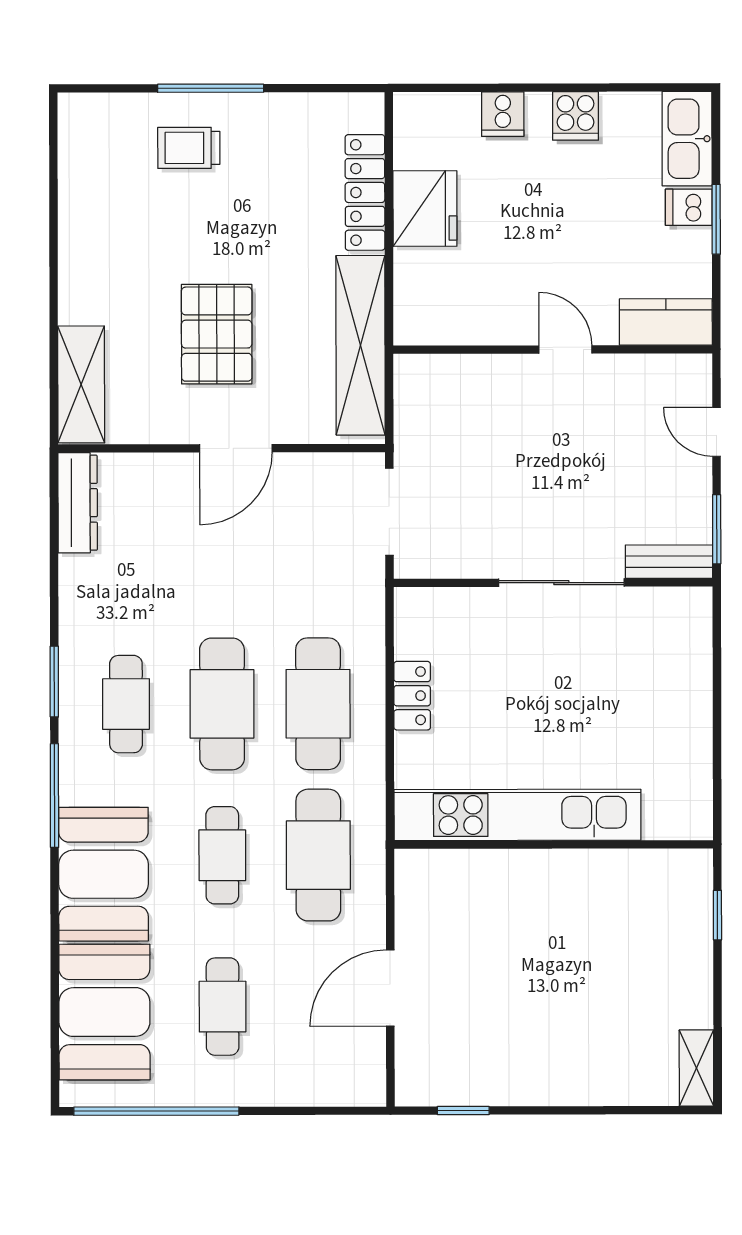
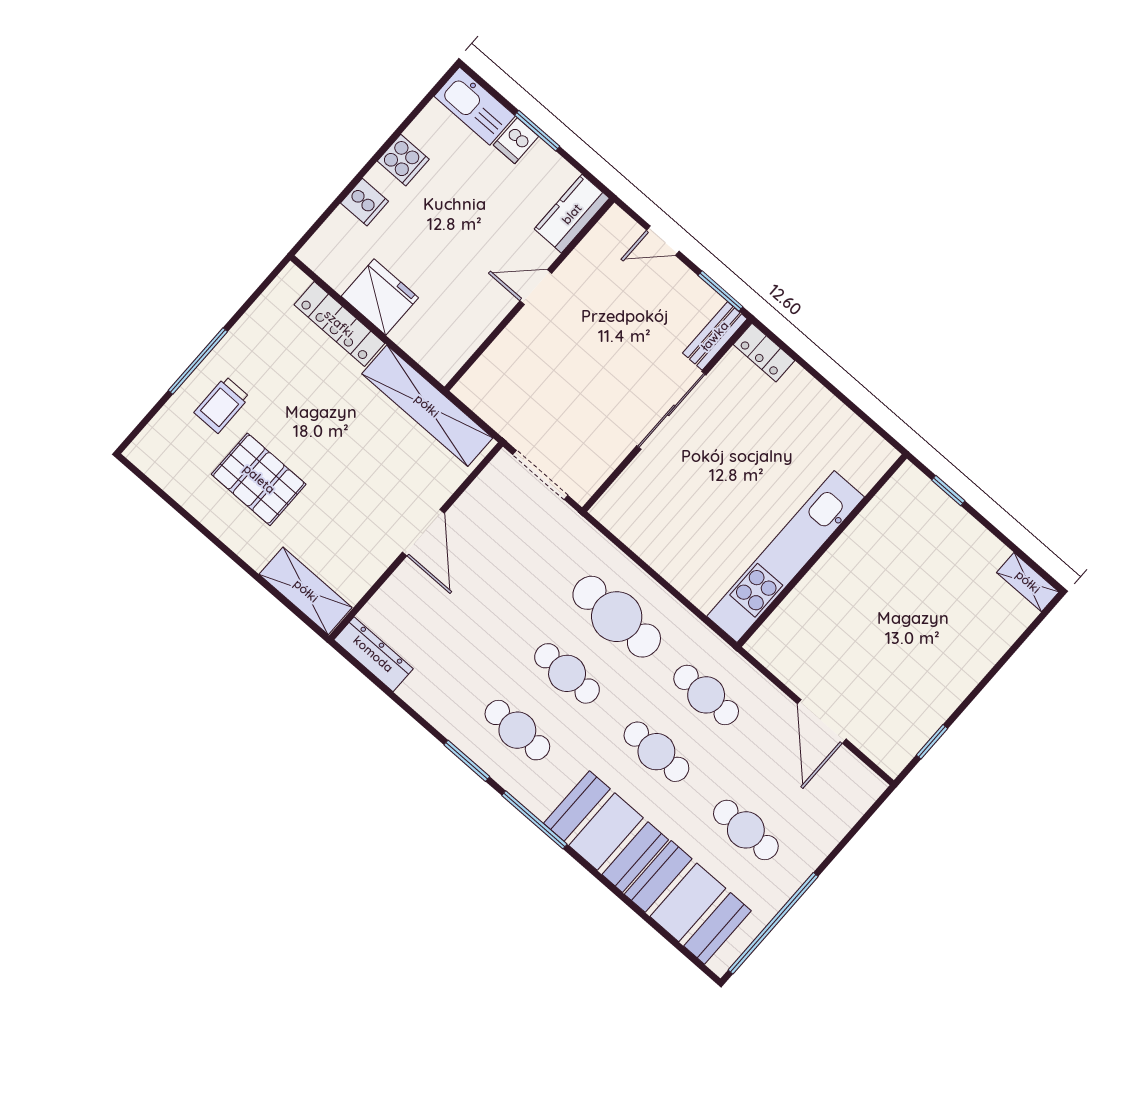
pallet: (217, 334) -> (259, 479), moved
locker: (412, 696) -> (764, 353), moved, turned 180
cafe table: (222, 704) -> (567, 673), width x0.73, depth x0.74
cafe table: (318, 855) -> (706, 695), width x0.73, depth x0.74

